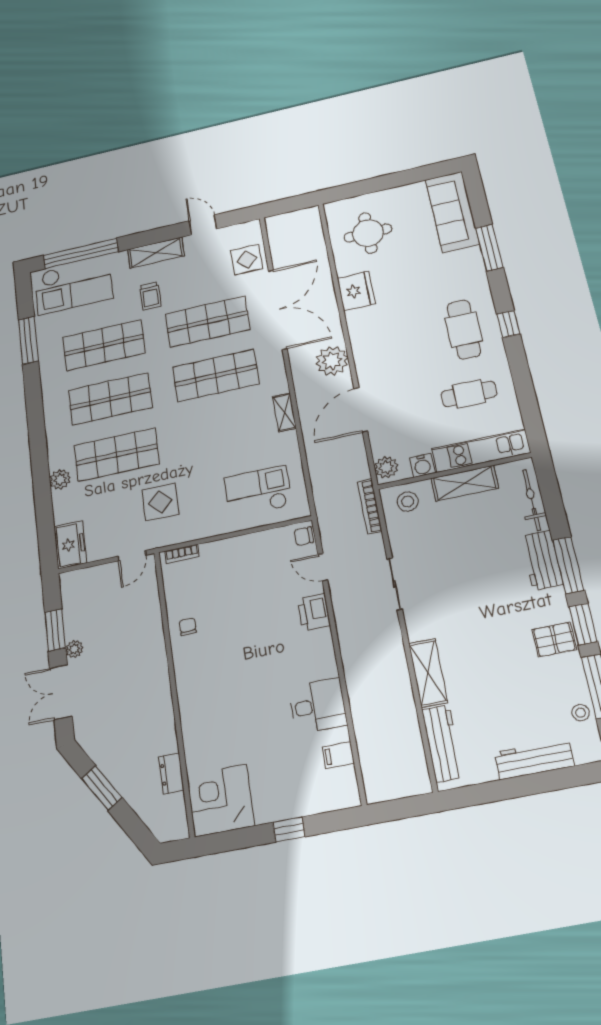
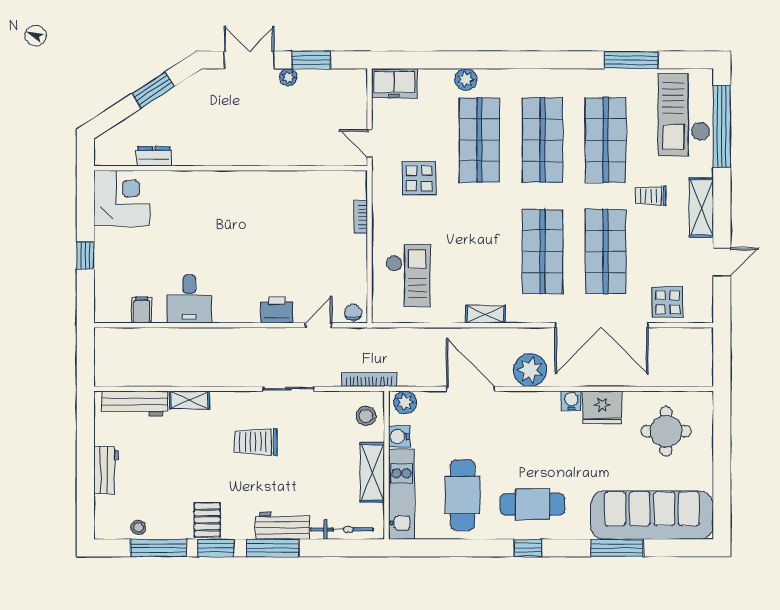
sofa: (452, 212) -> (652, 515), width x1.36, depth x1.27
water cooler: (355, 319) -> (571, 401), added
cafe table: (469, 394) -> (463, 495), width x1.37, depth x1.35
bookcase: (182, 554) -> (361, 217), moved
trolley: (458, 605) -> (256, 442), added
chair: (188, 627) -> (288, 189), removed
shelving: (428, 673) -> (189, 400), width x0.67, depth x0.75
workbench: (534, 759) -> (106, 470), width x0.73

